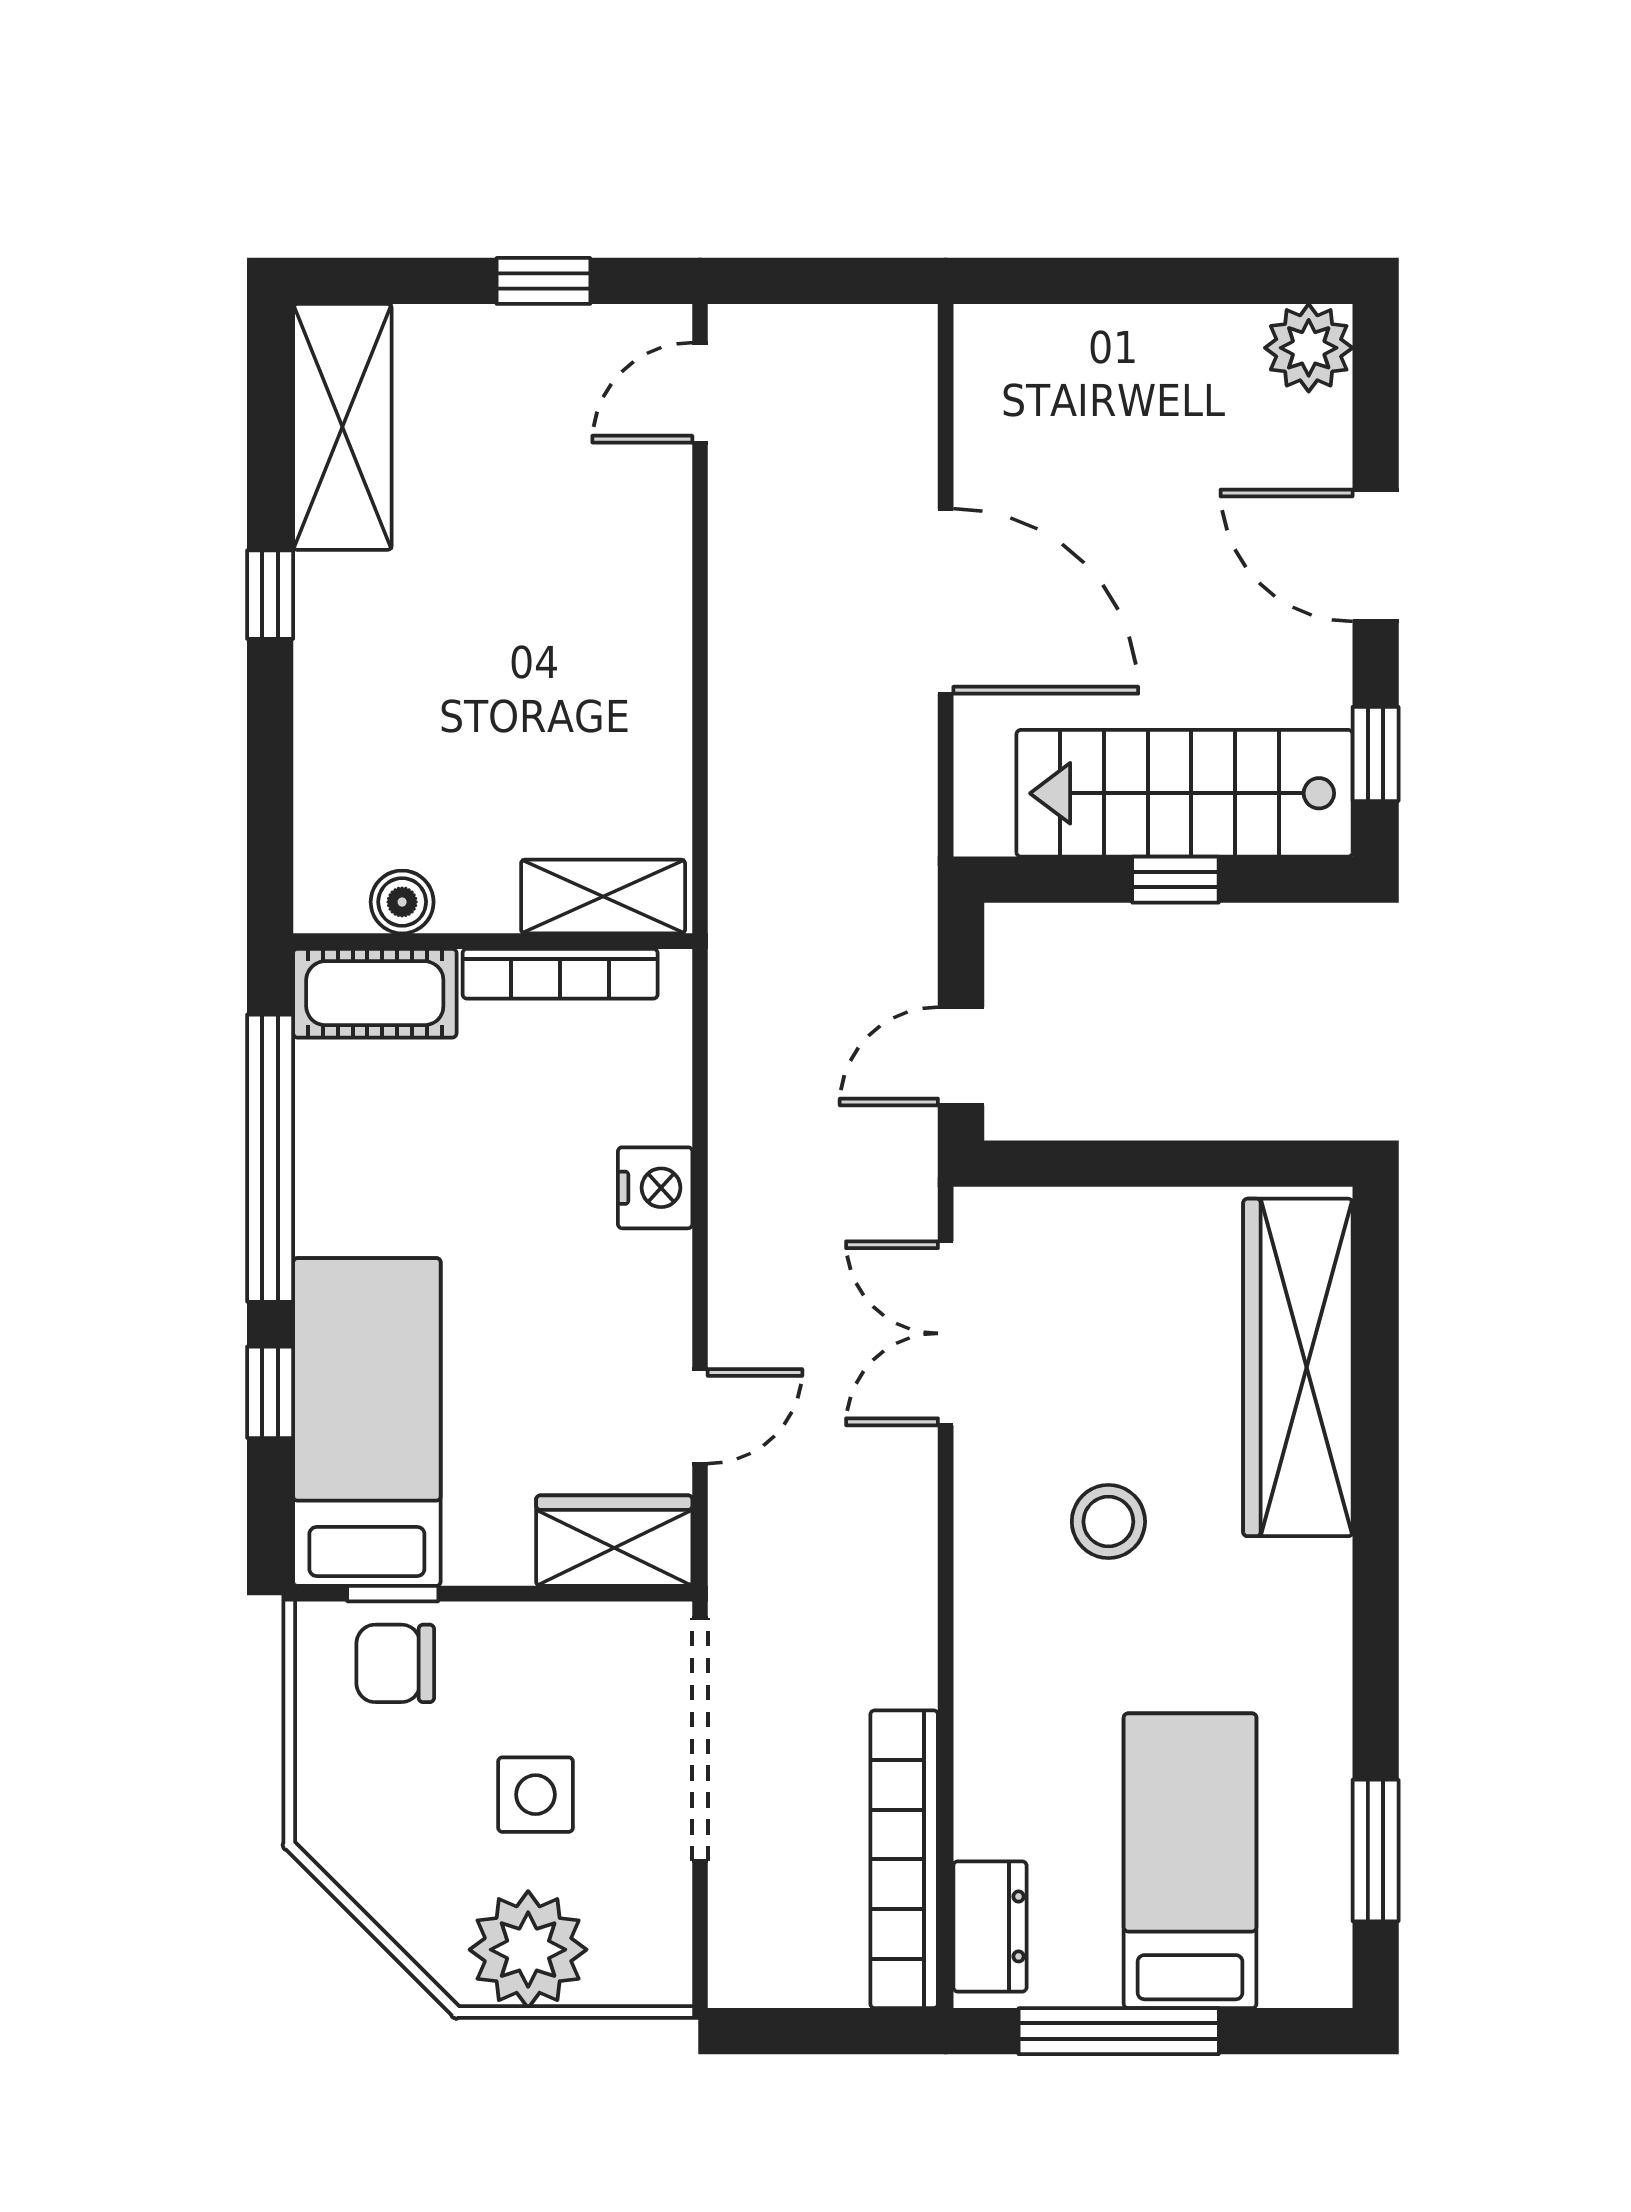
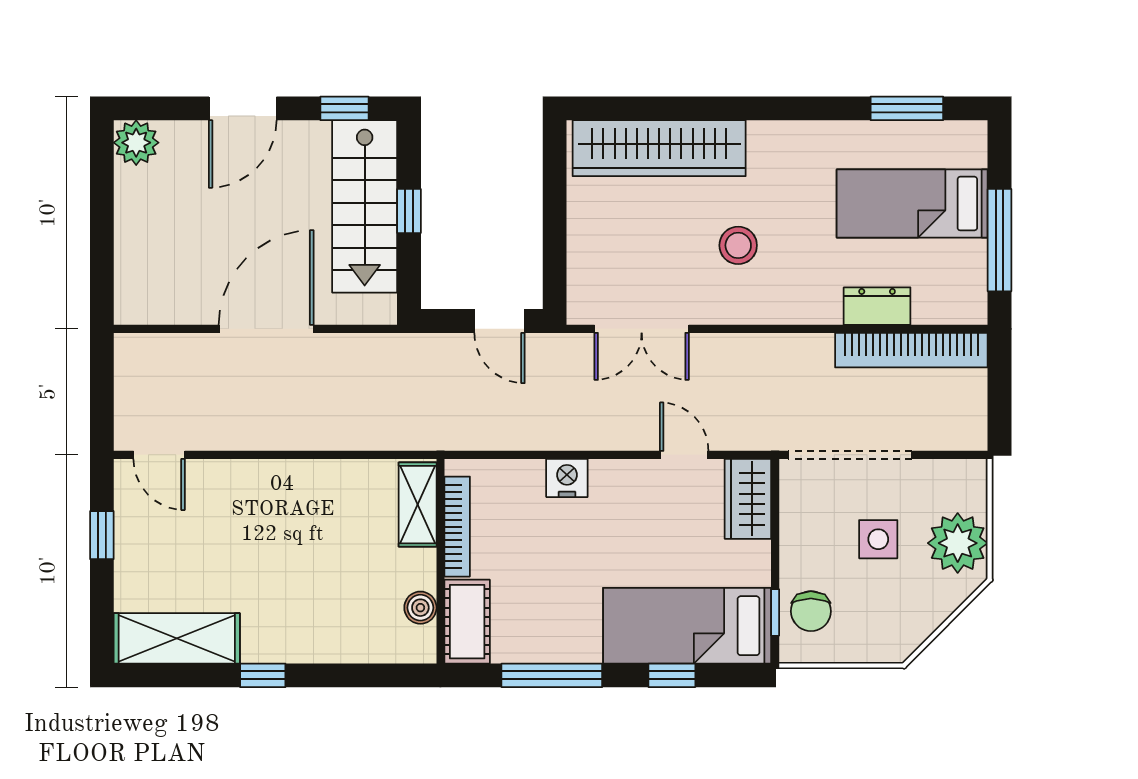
window: (270, 1158) -> (552, 675), width x0.68
dresser: (990, 1926) -> (877, 306), moved

